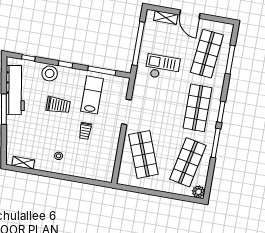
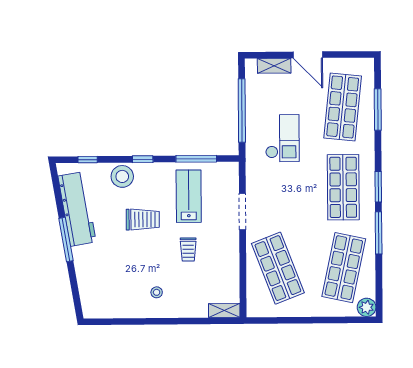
checkout: (162, 67) -> (282, 138), turned 90
shelving: (23, 163) -> (224, 311), moved

